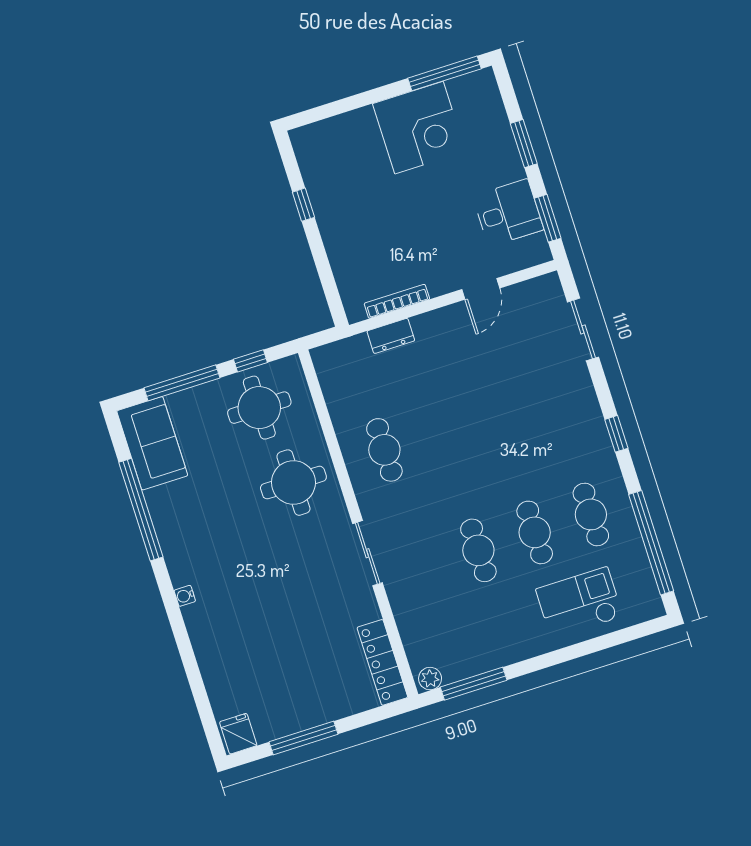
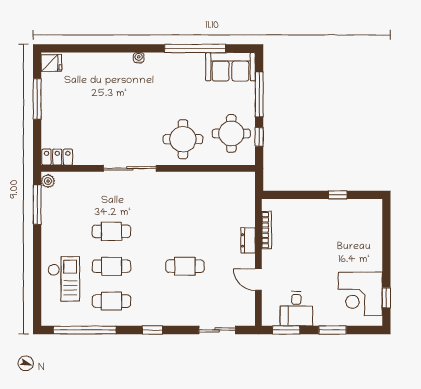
window: (444, 73) -> (386, 298), width x0.46
corner desk: (419, 128) -> (360, 294), moved
dresser: (391, 336) -> (248, 240), moved
cafe table: (384, 450) -> (185, 266), moved
sliding door: (368, 553) -> (130, 168), width x1.37
locker: (382, 662) -> (57, 157), width x0.66

